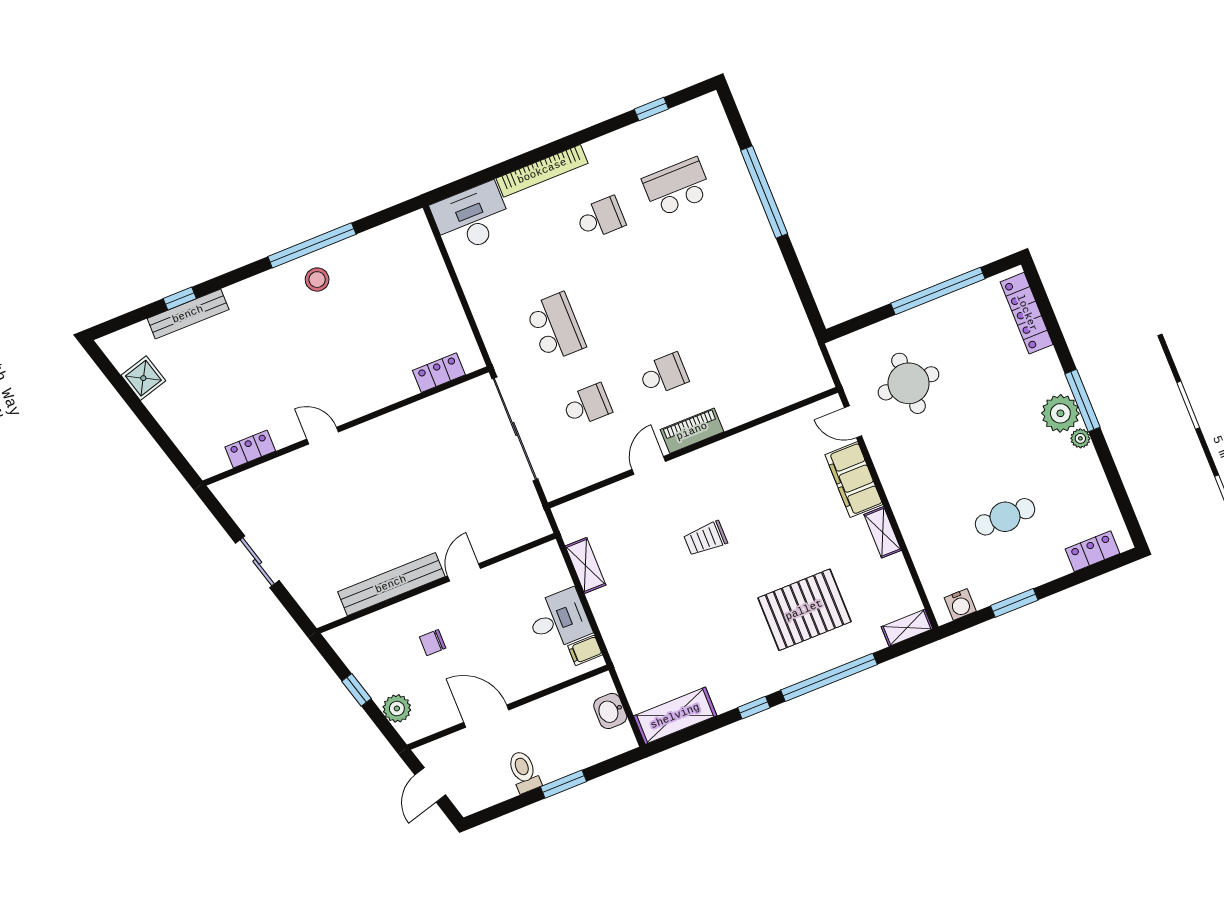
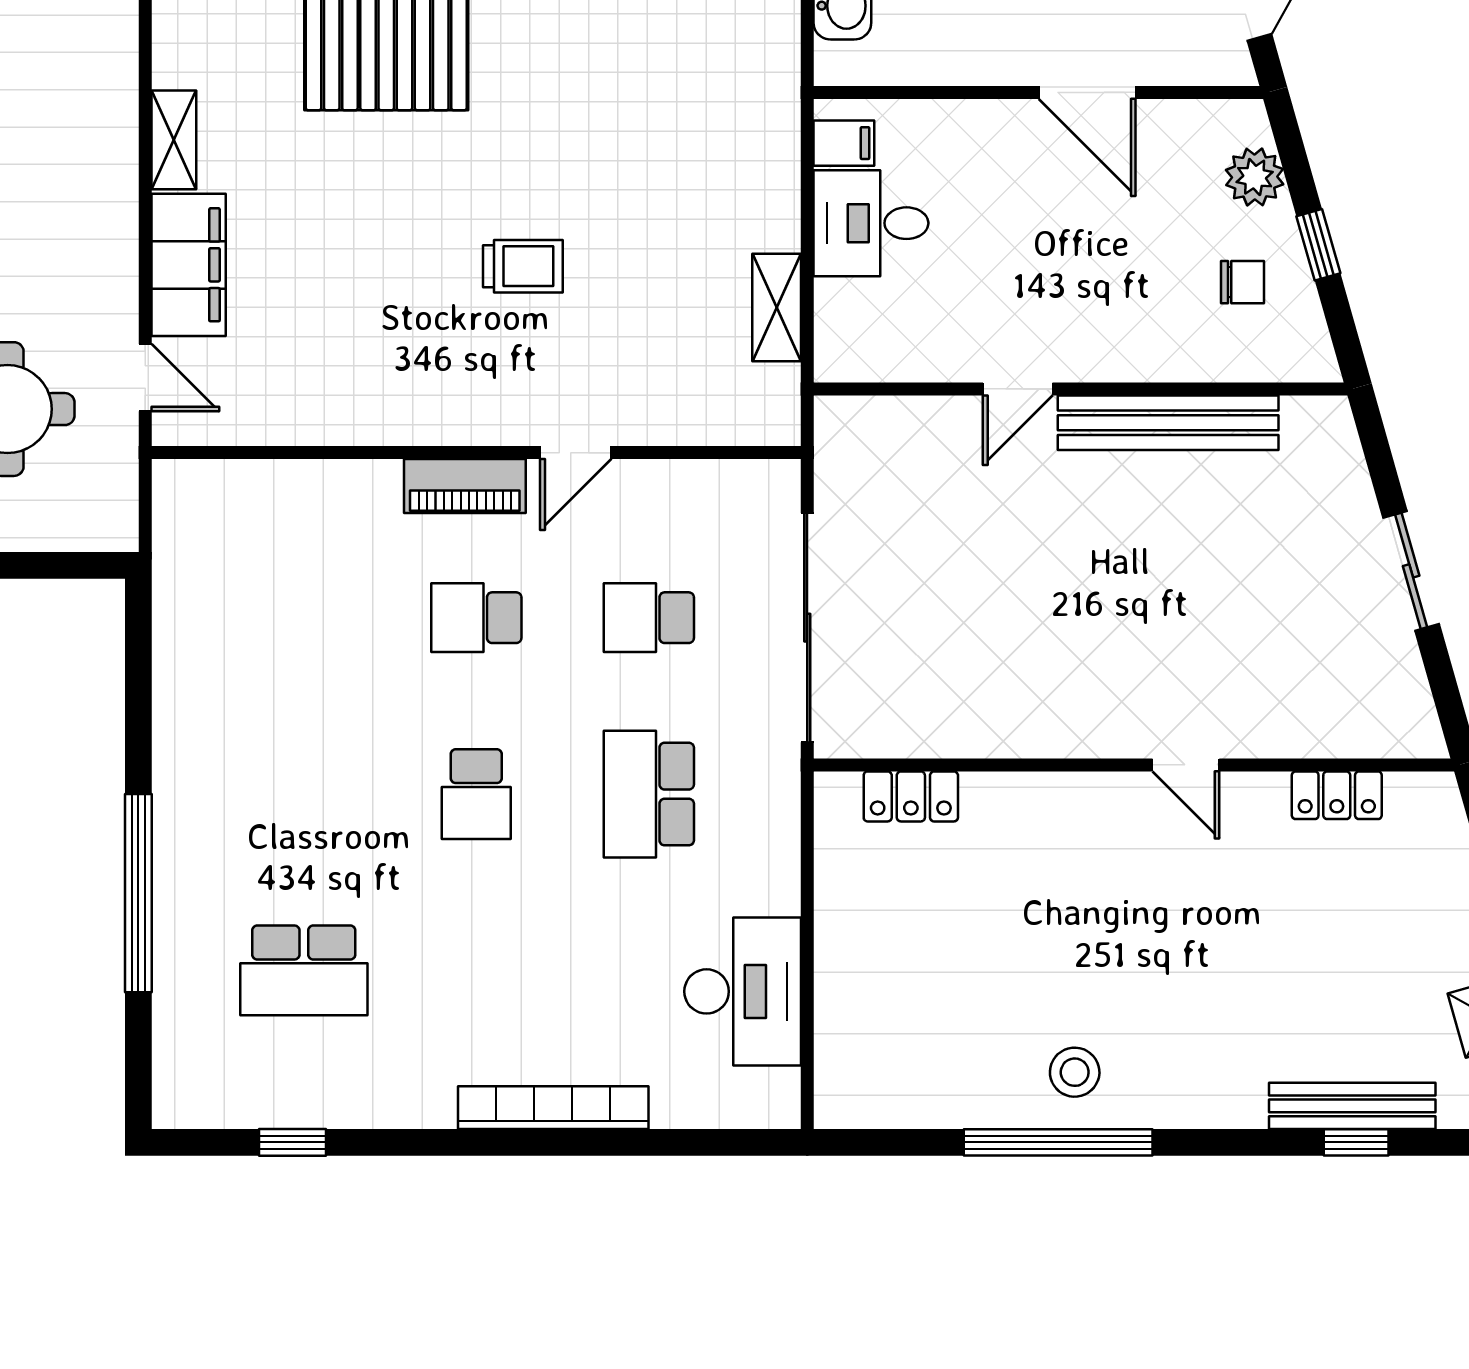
desk: (472, 218) -> (743, 991), moved, turned -90
school desk: (601, 218) -> (476, 794), moved, turned -90
chair: (433, 643) -> (1242, 282), moved

